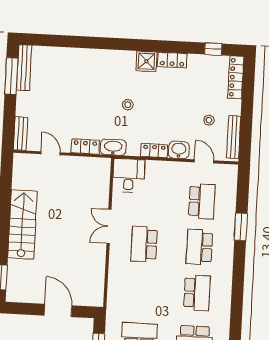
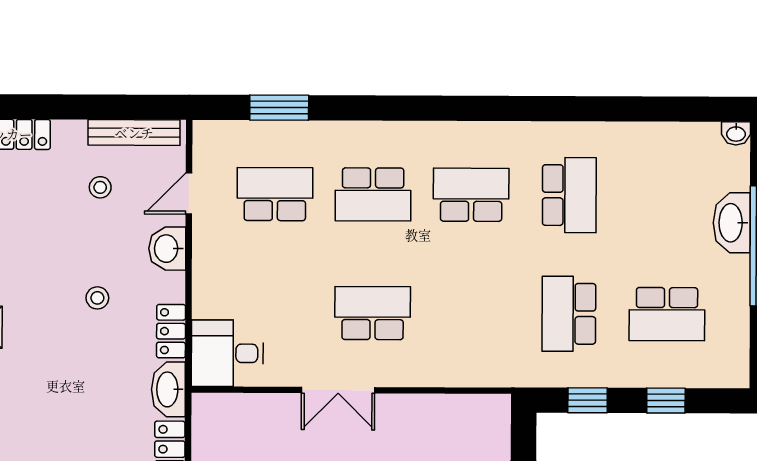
stool: (128, 105) -> (97, 298), moved
locker: (154, 151) -> (171, 331), moved
window: (241, 227) -> (279, 108), moved
school desk: (144, 244) -> (373, 313), turned 180

